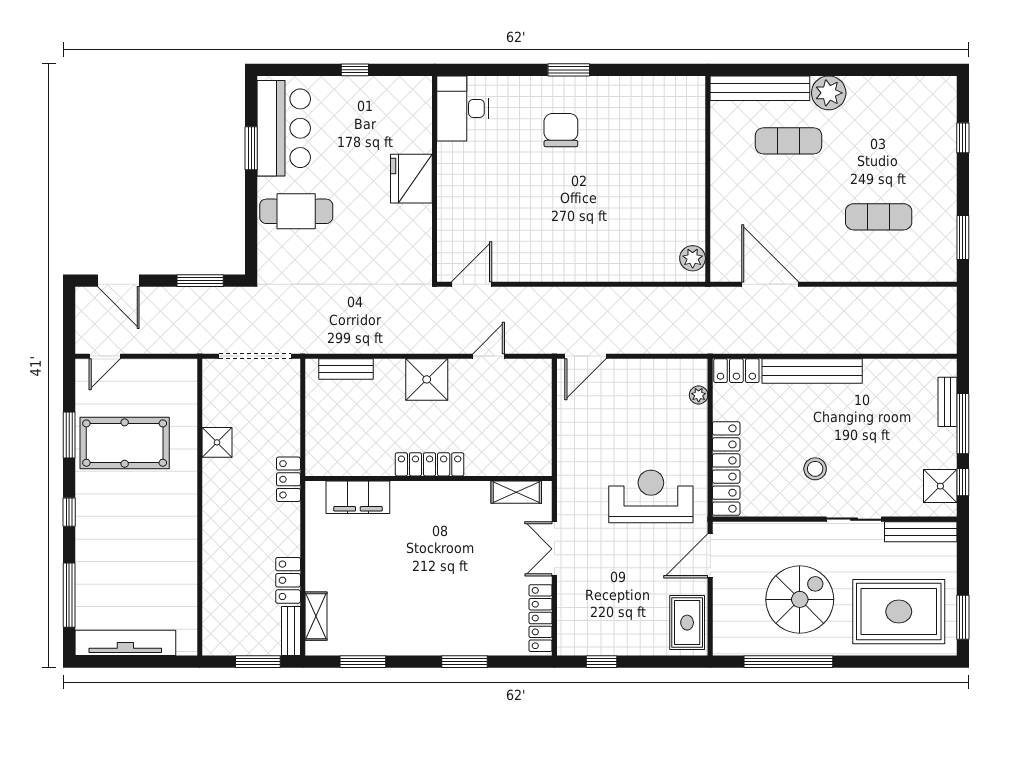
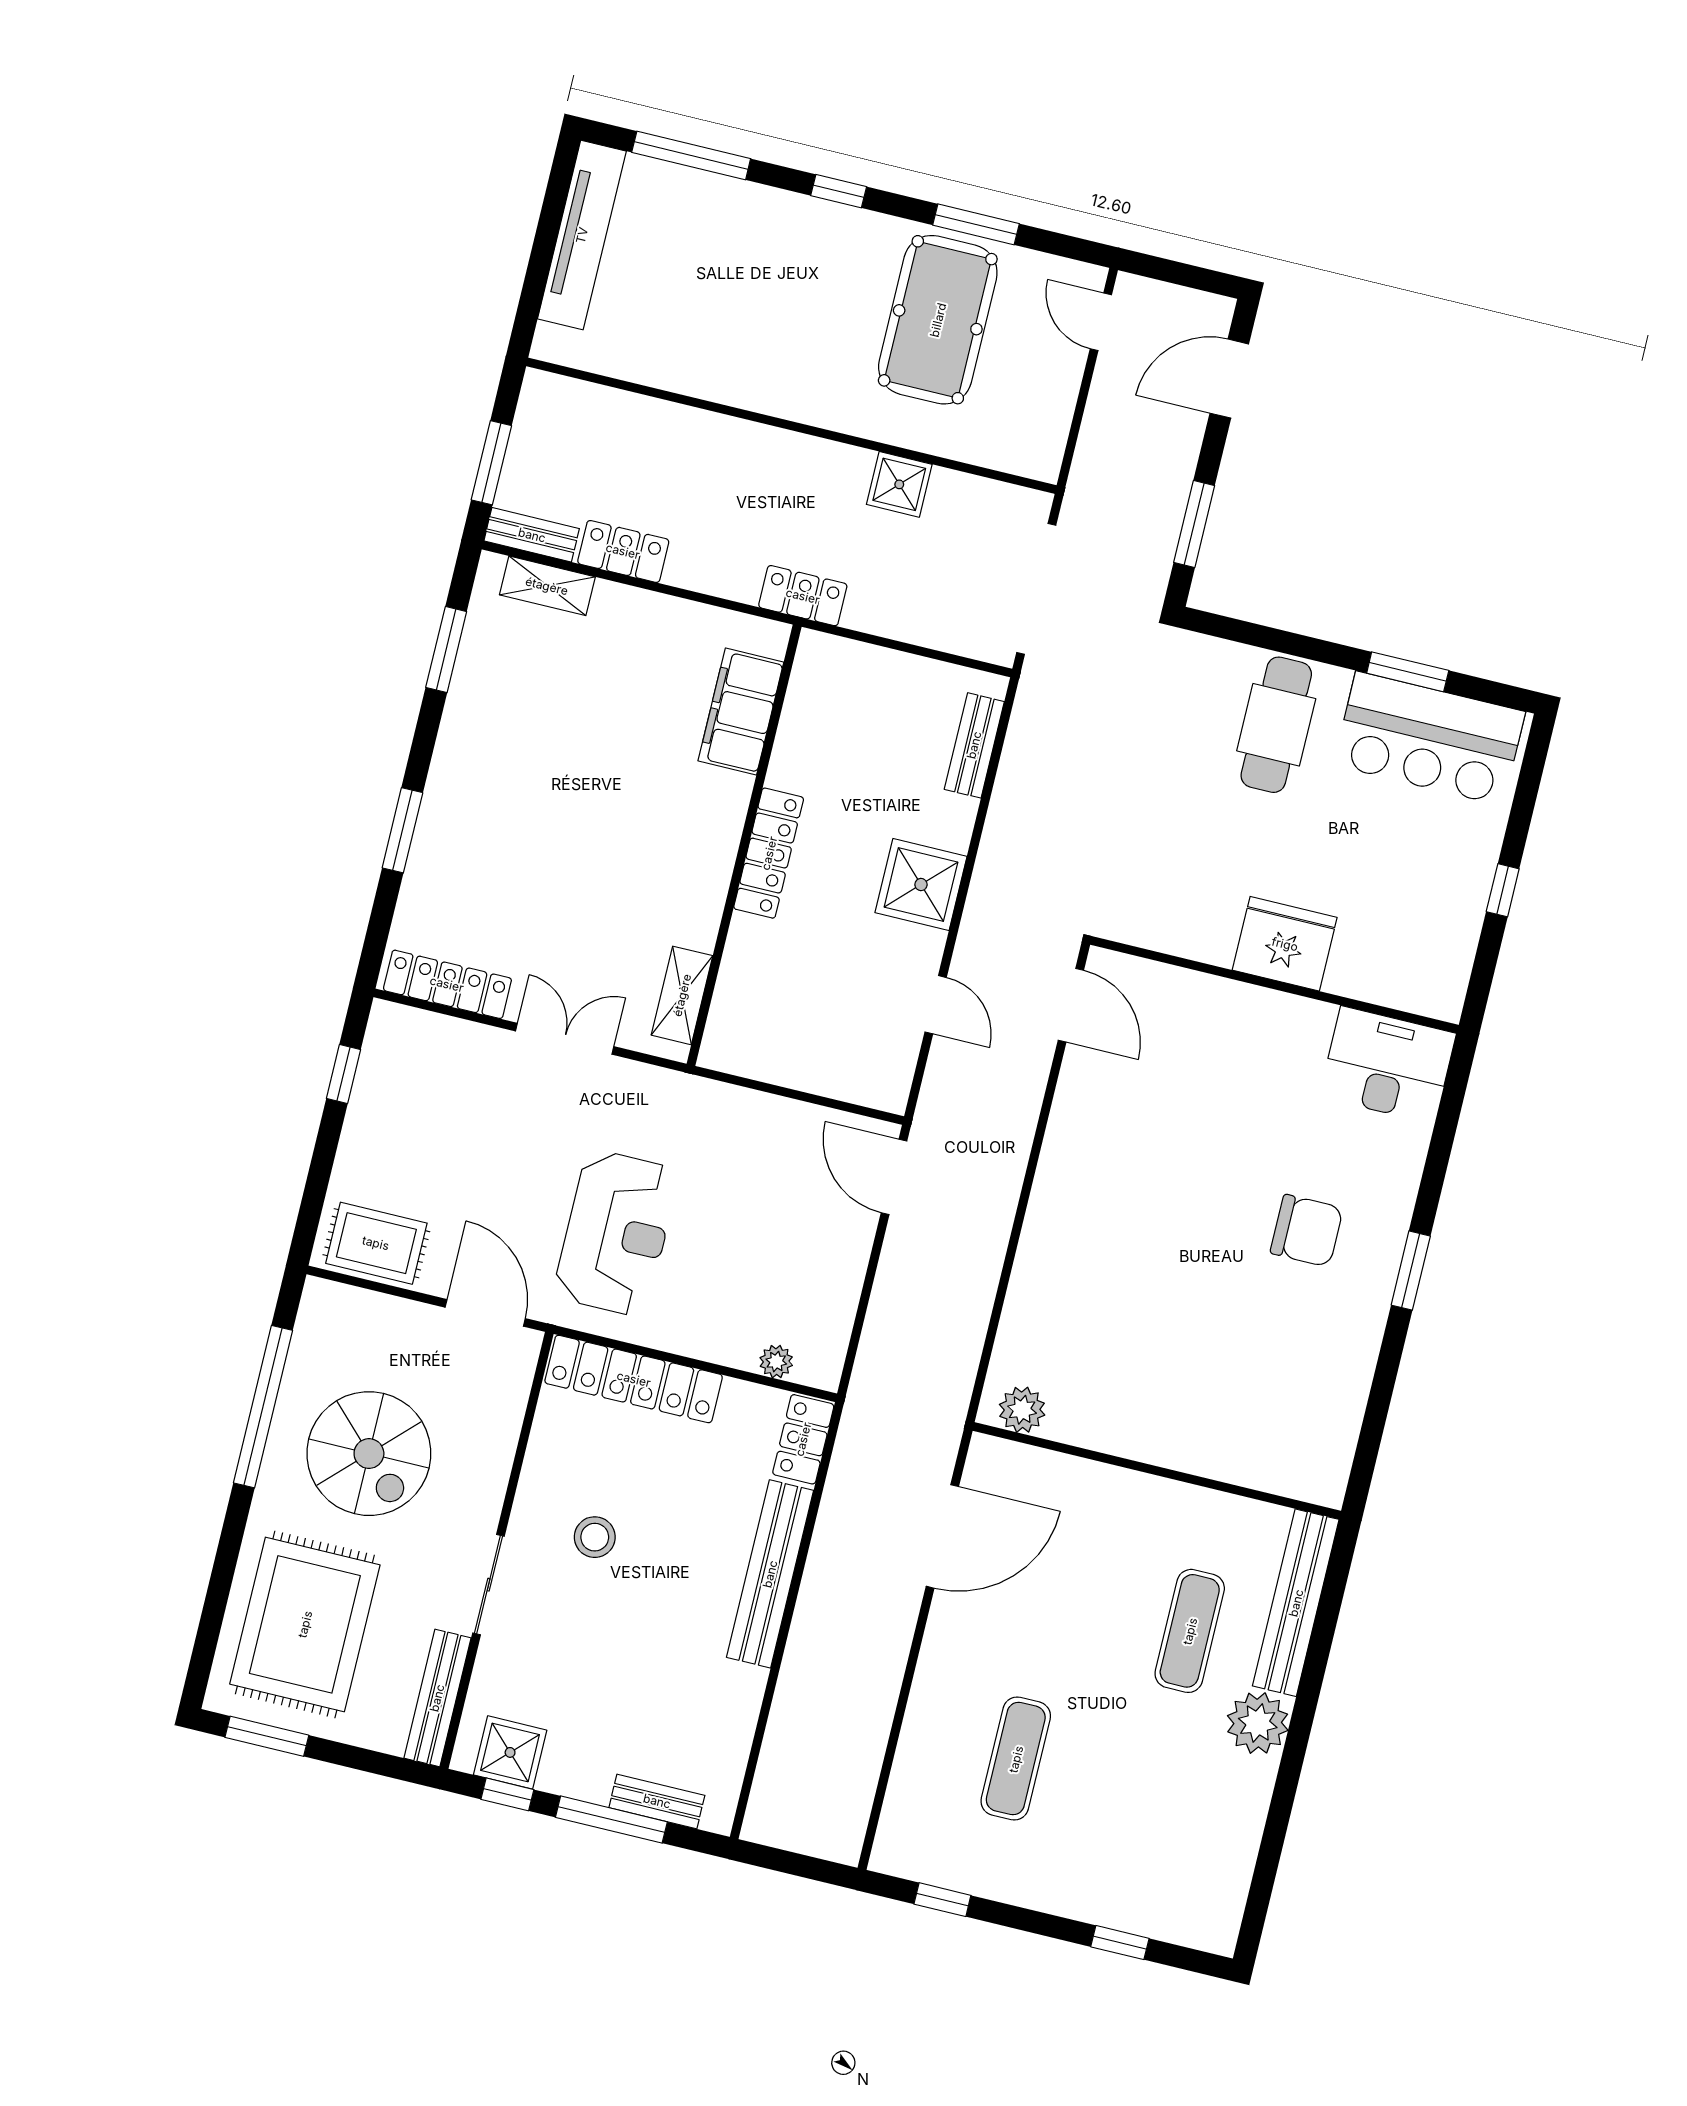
window: (963, 238) -> (942, 1900), width x0.67

